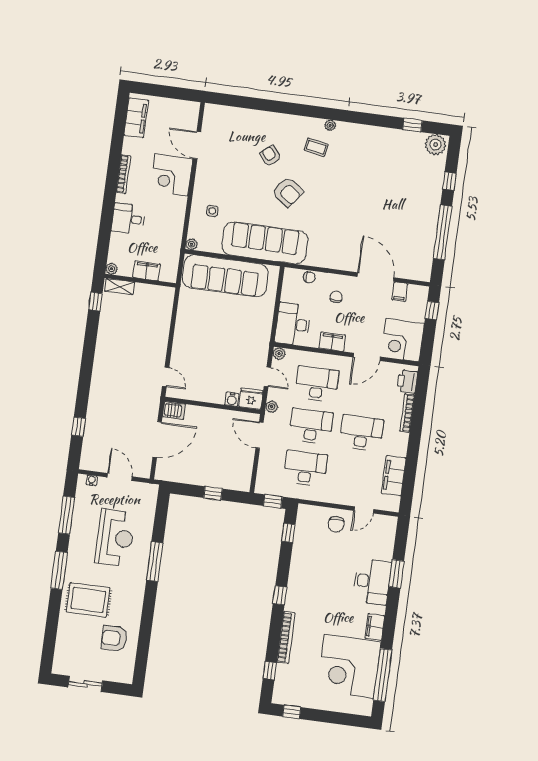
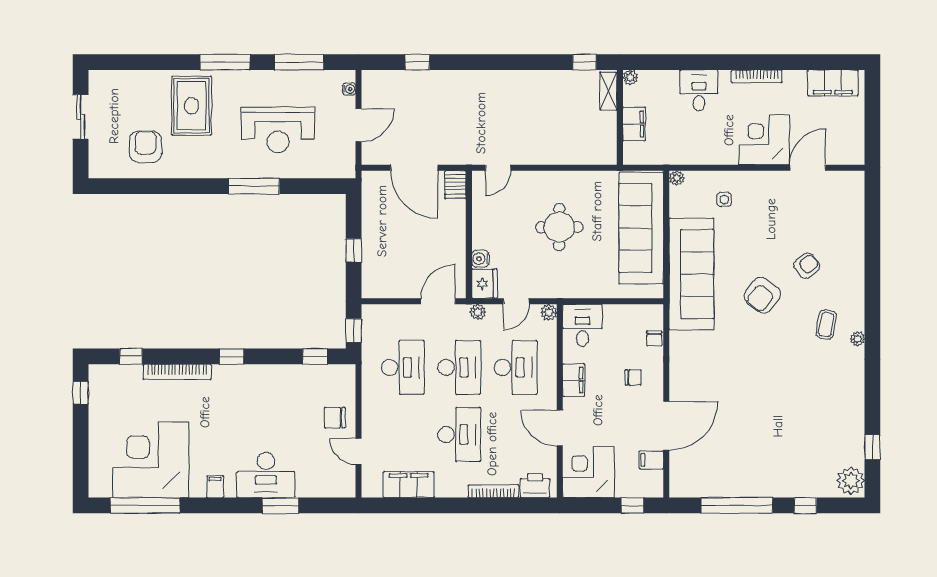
desk: (293, 324) -> (582, 325), width x0.73
round table: (216, 337) -> (559, 227), added
filing cabinet: (375, 627) -> (215, 487), width x0.50

